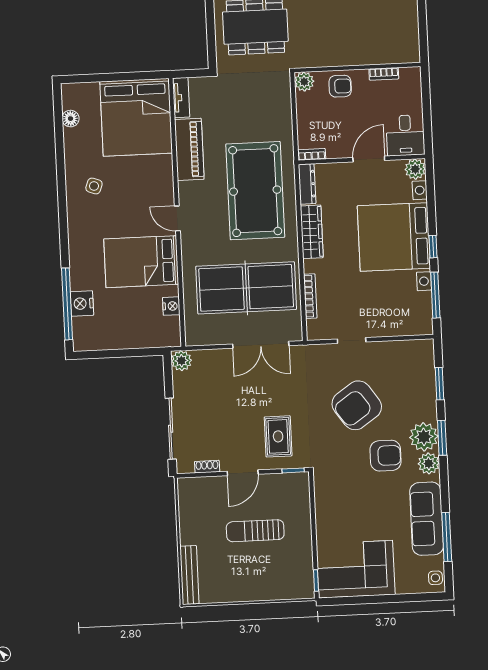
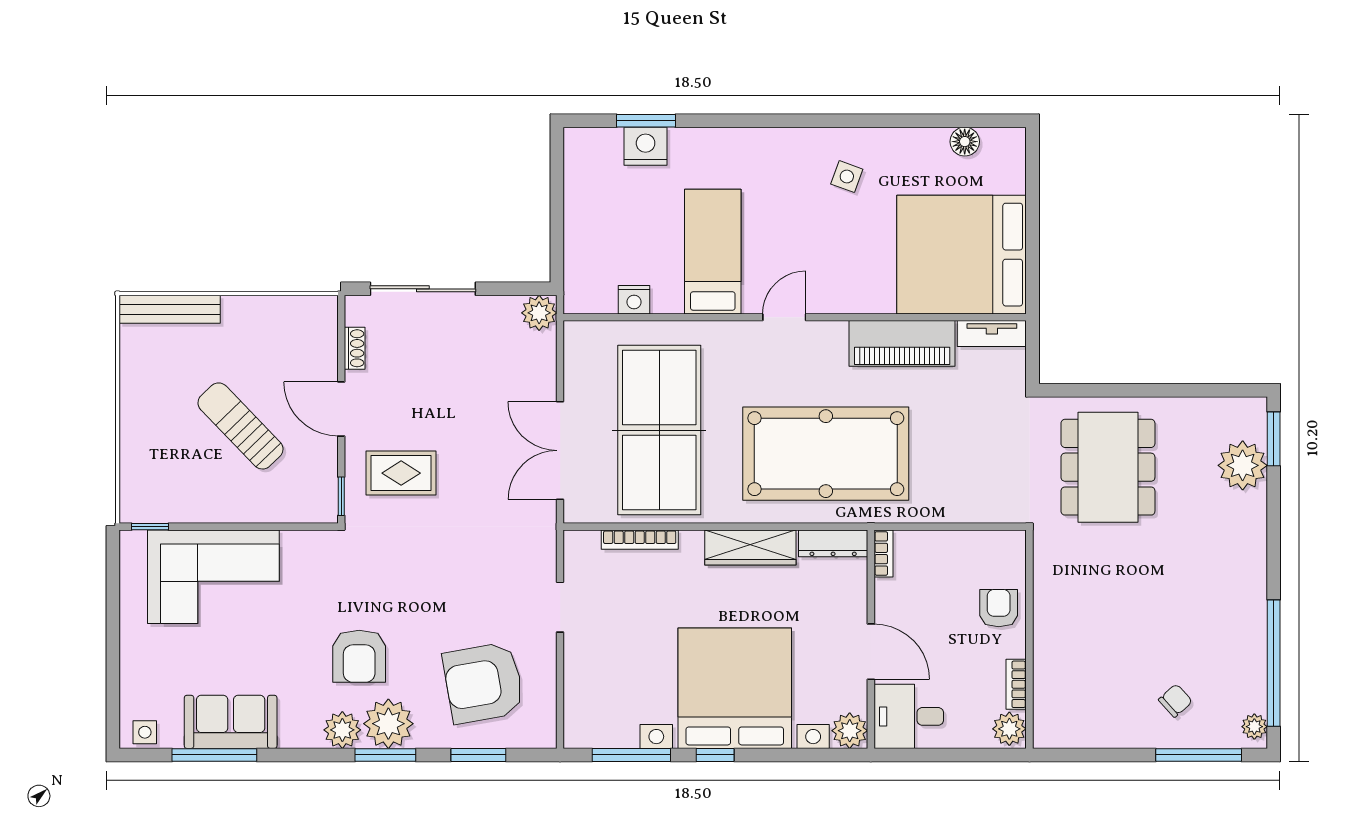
plant: (304, 82) -> (1009, 729), moved
armchair: (340, 86) -> (999, 608), turned 180
bed: (141, 262) -> (713, 252), width x0.67
window: (67, 304) -> (646, 121), width x0.47
armchair: (357, 405) -> (483, 683), moved, turned -65
sofa: (427, 519) -> (231, 722), width x0.73
sun lounger: (255, 531) -> (241, 426), turned -44
corner sofa: (356, 569) -> (213, 577), moved, turned 90

